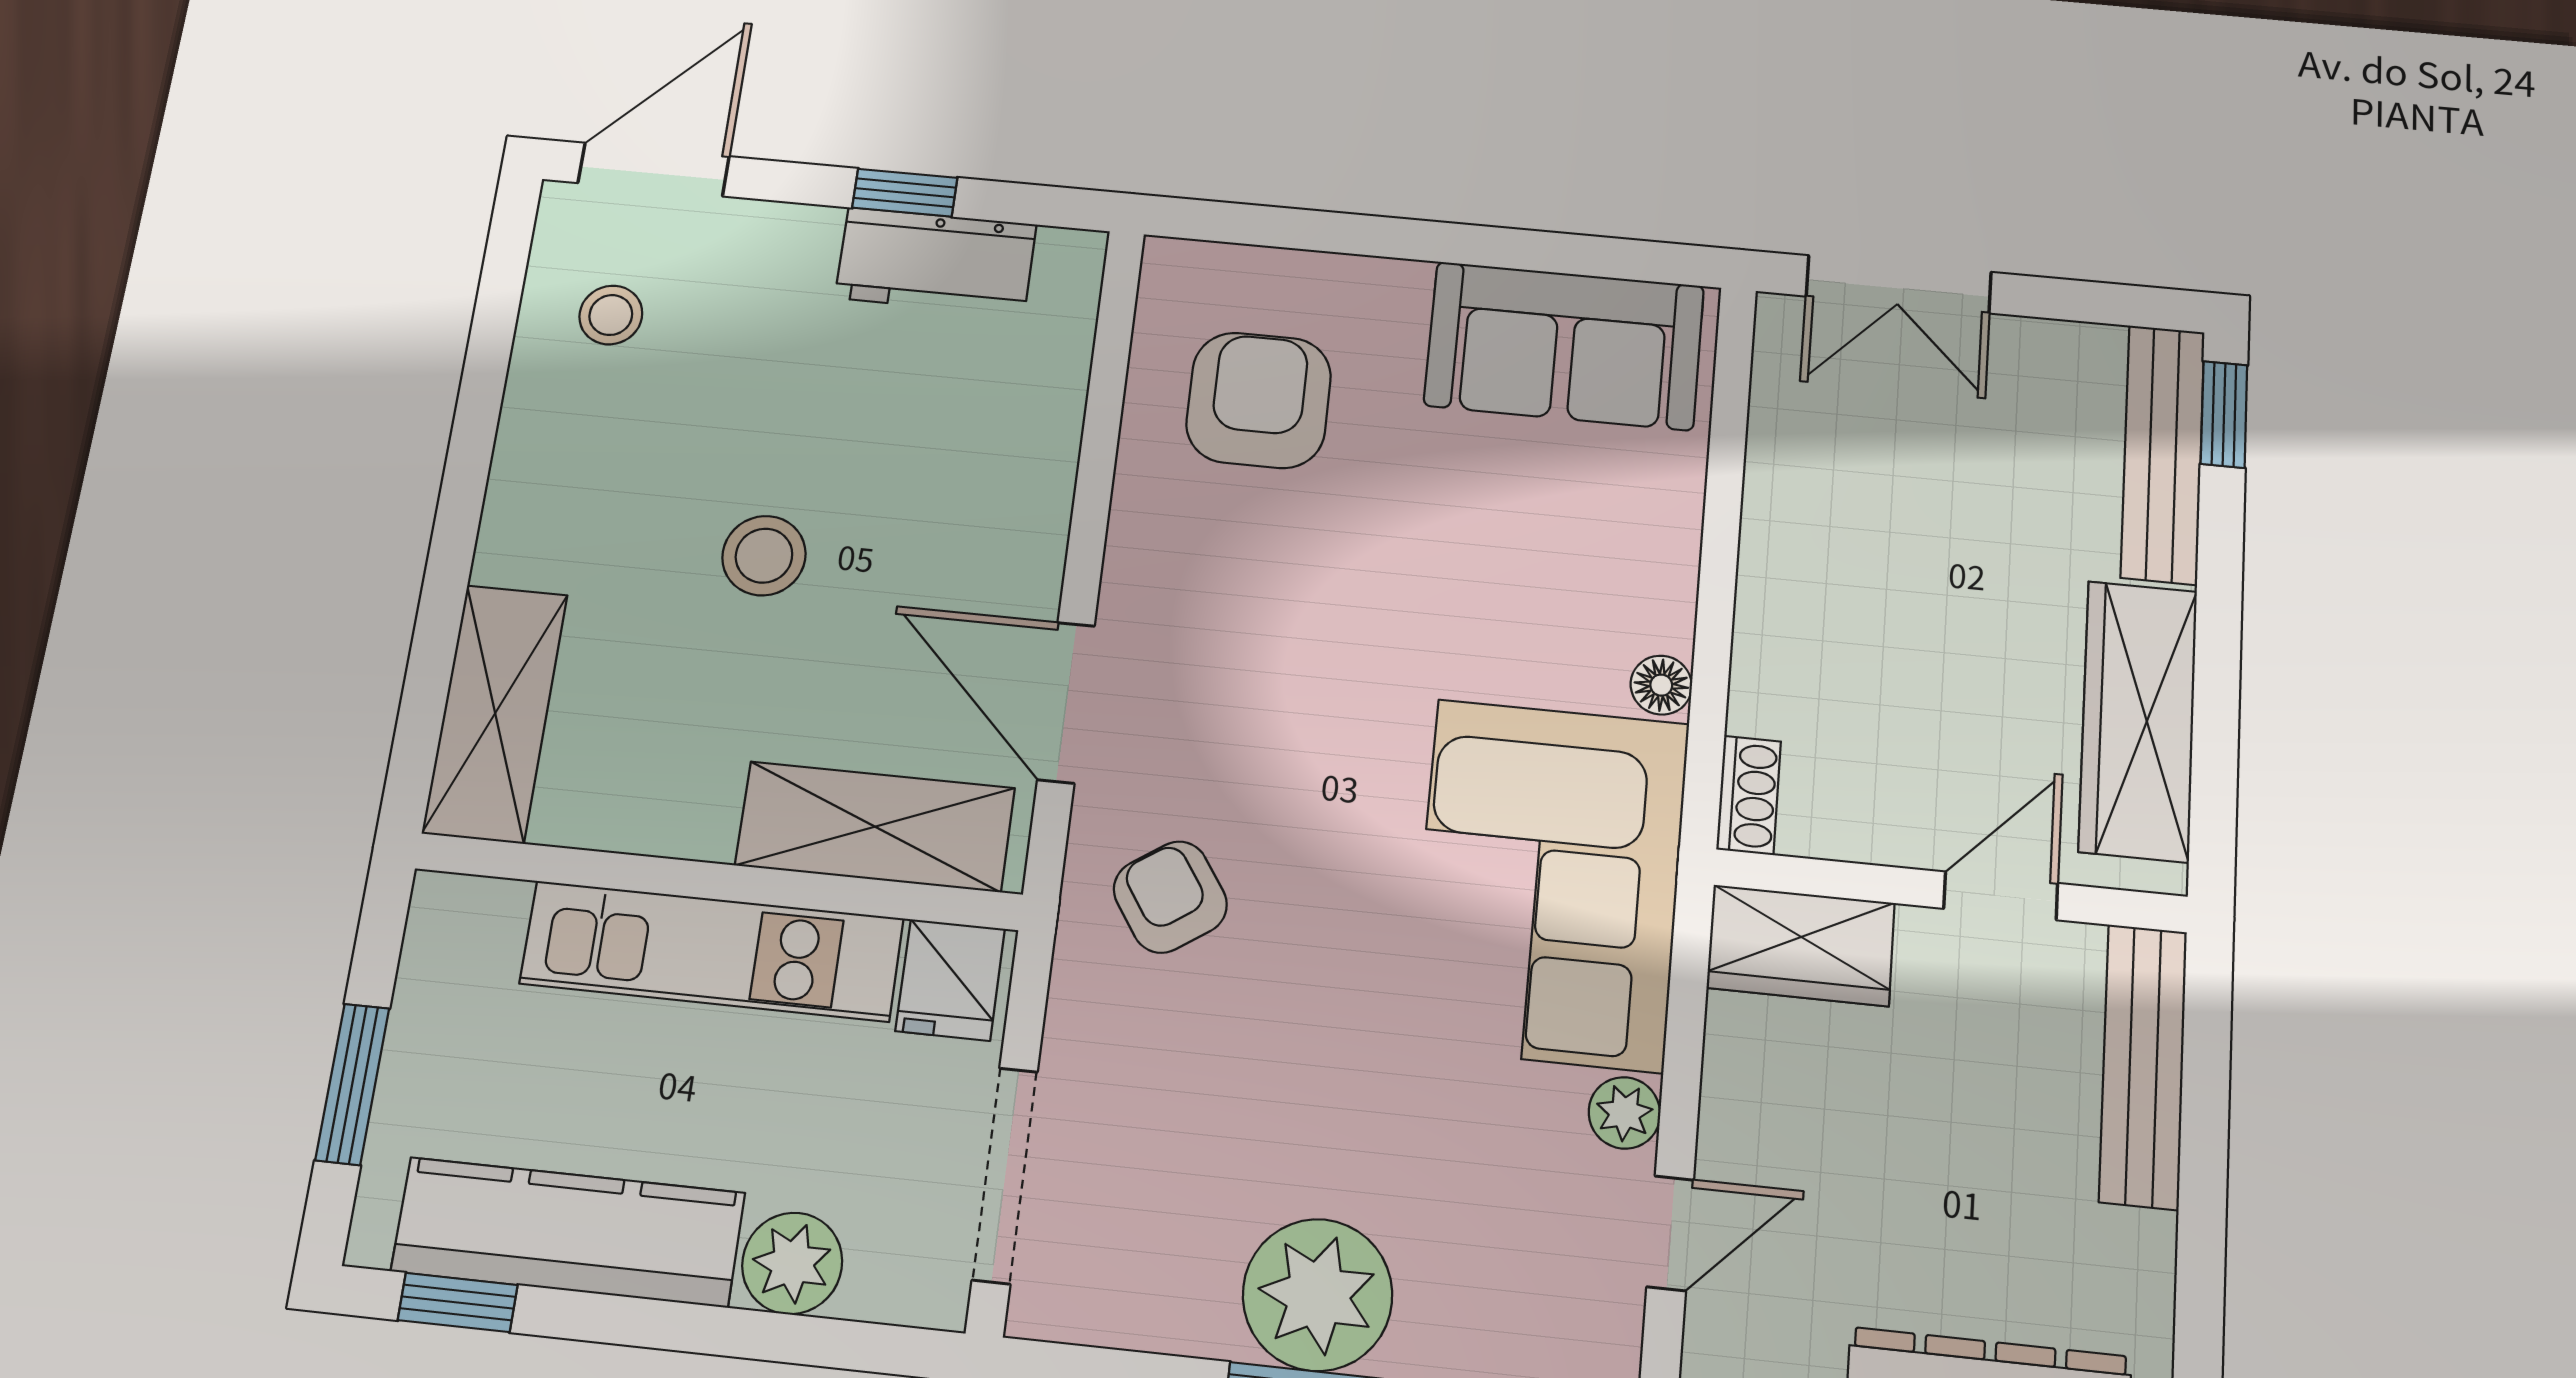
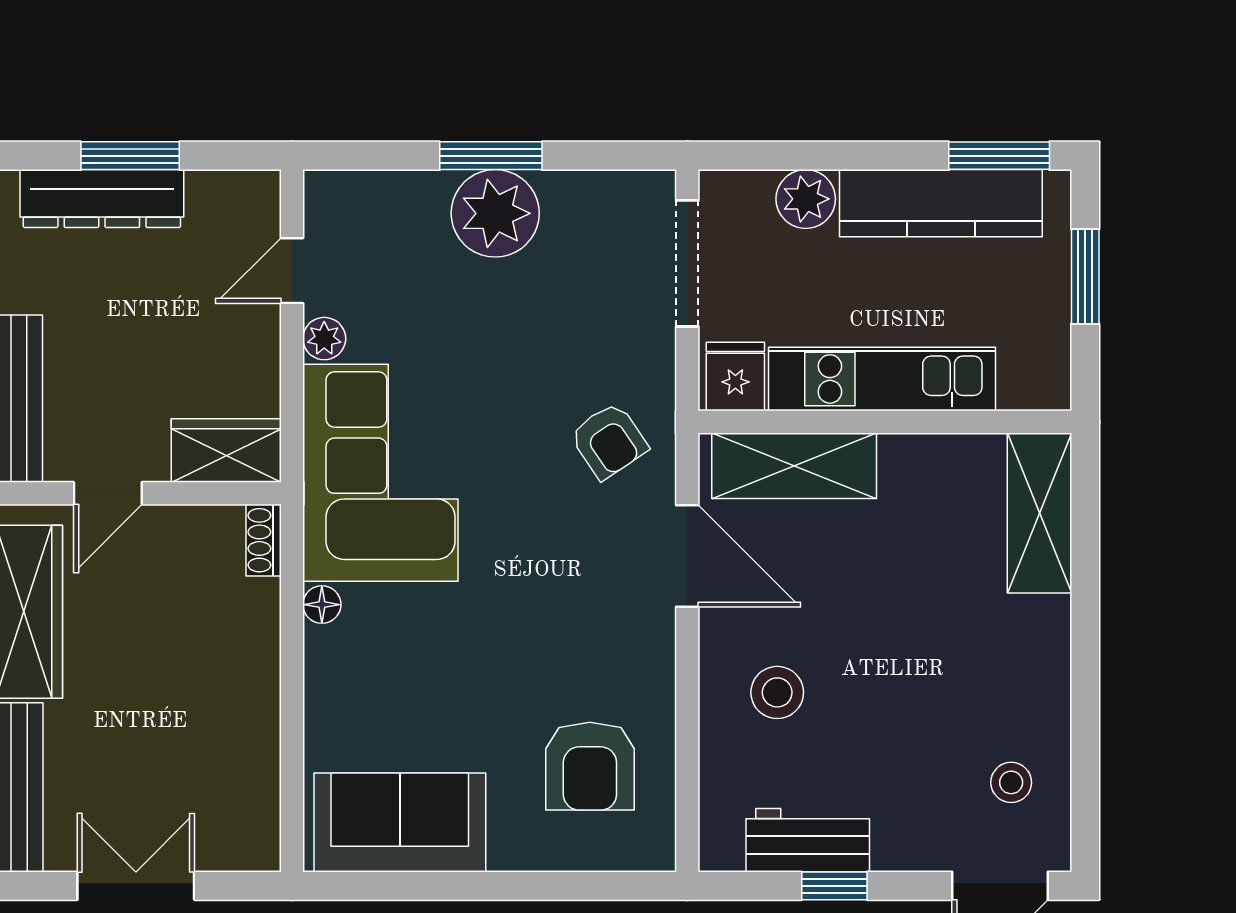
double door: (1899, 284) -> (136, 886), moved
stool: (764, 556) -> (777, 692), moved
window: (458, 1303) -> (999, 156), width x1.50

